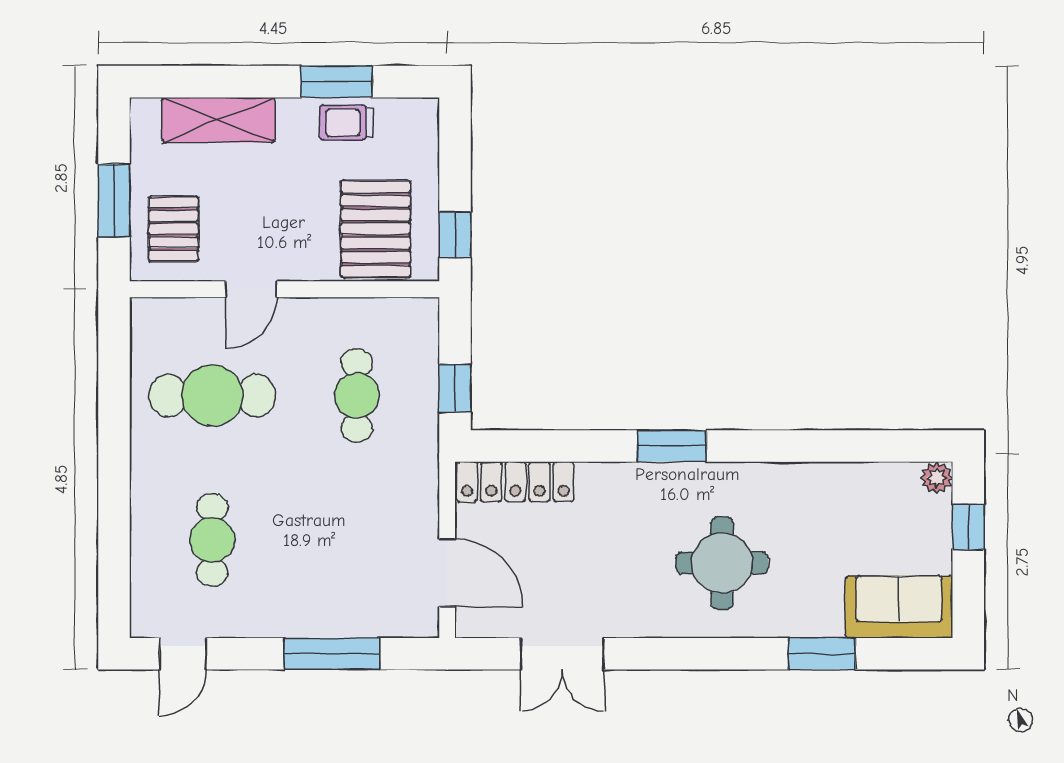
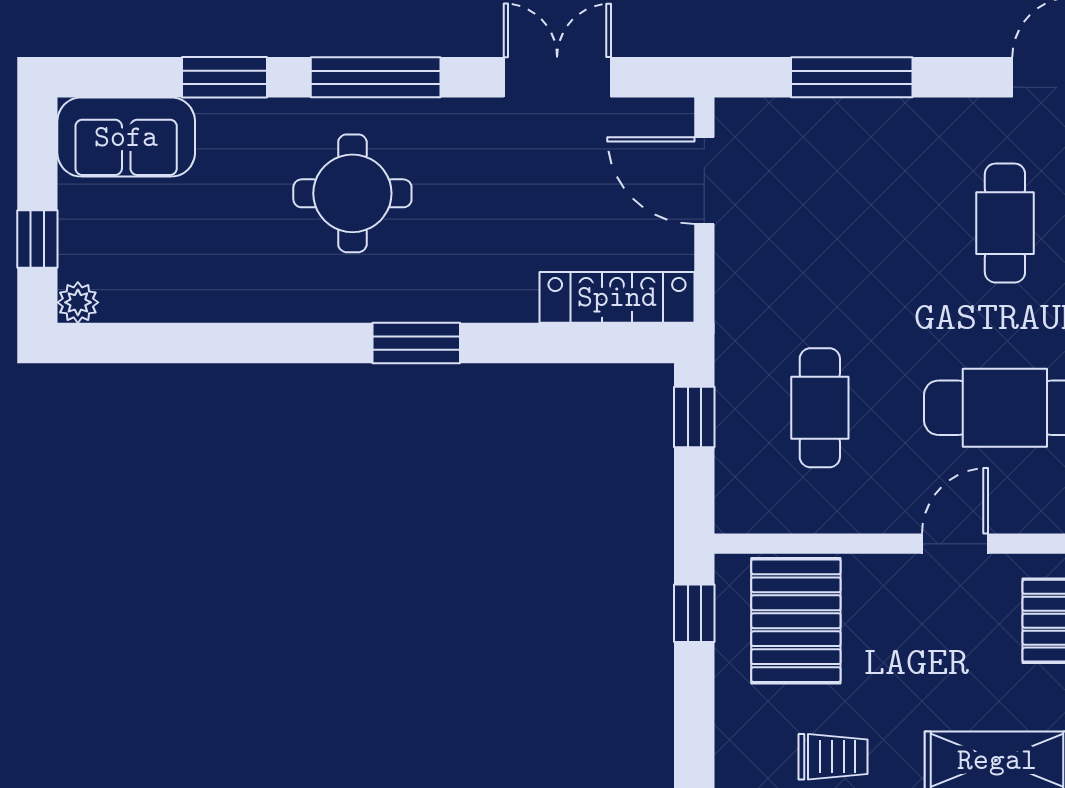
window: (704, 654) -> (376, 77), added

